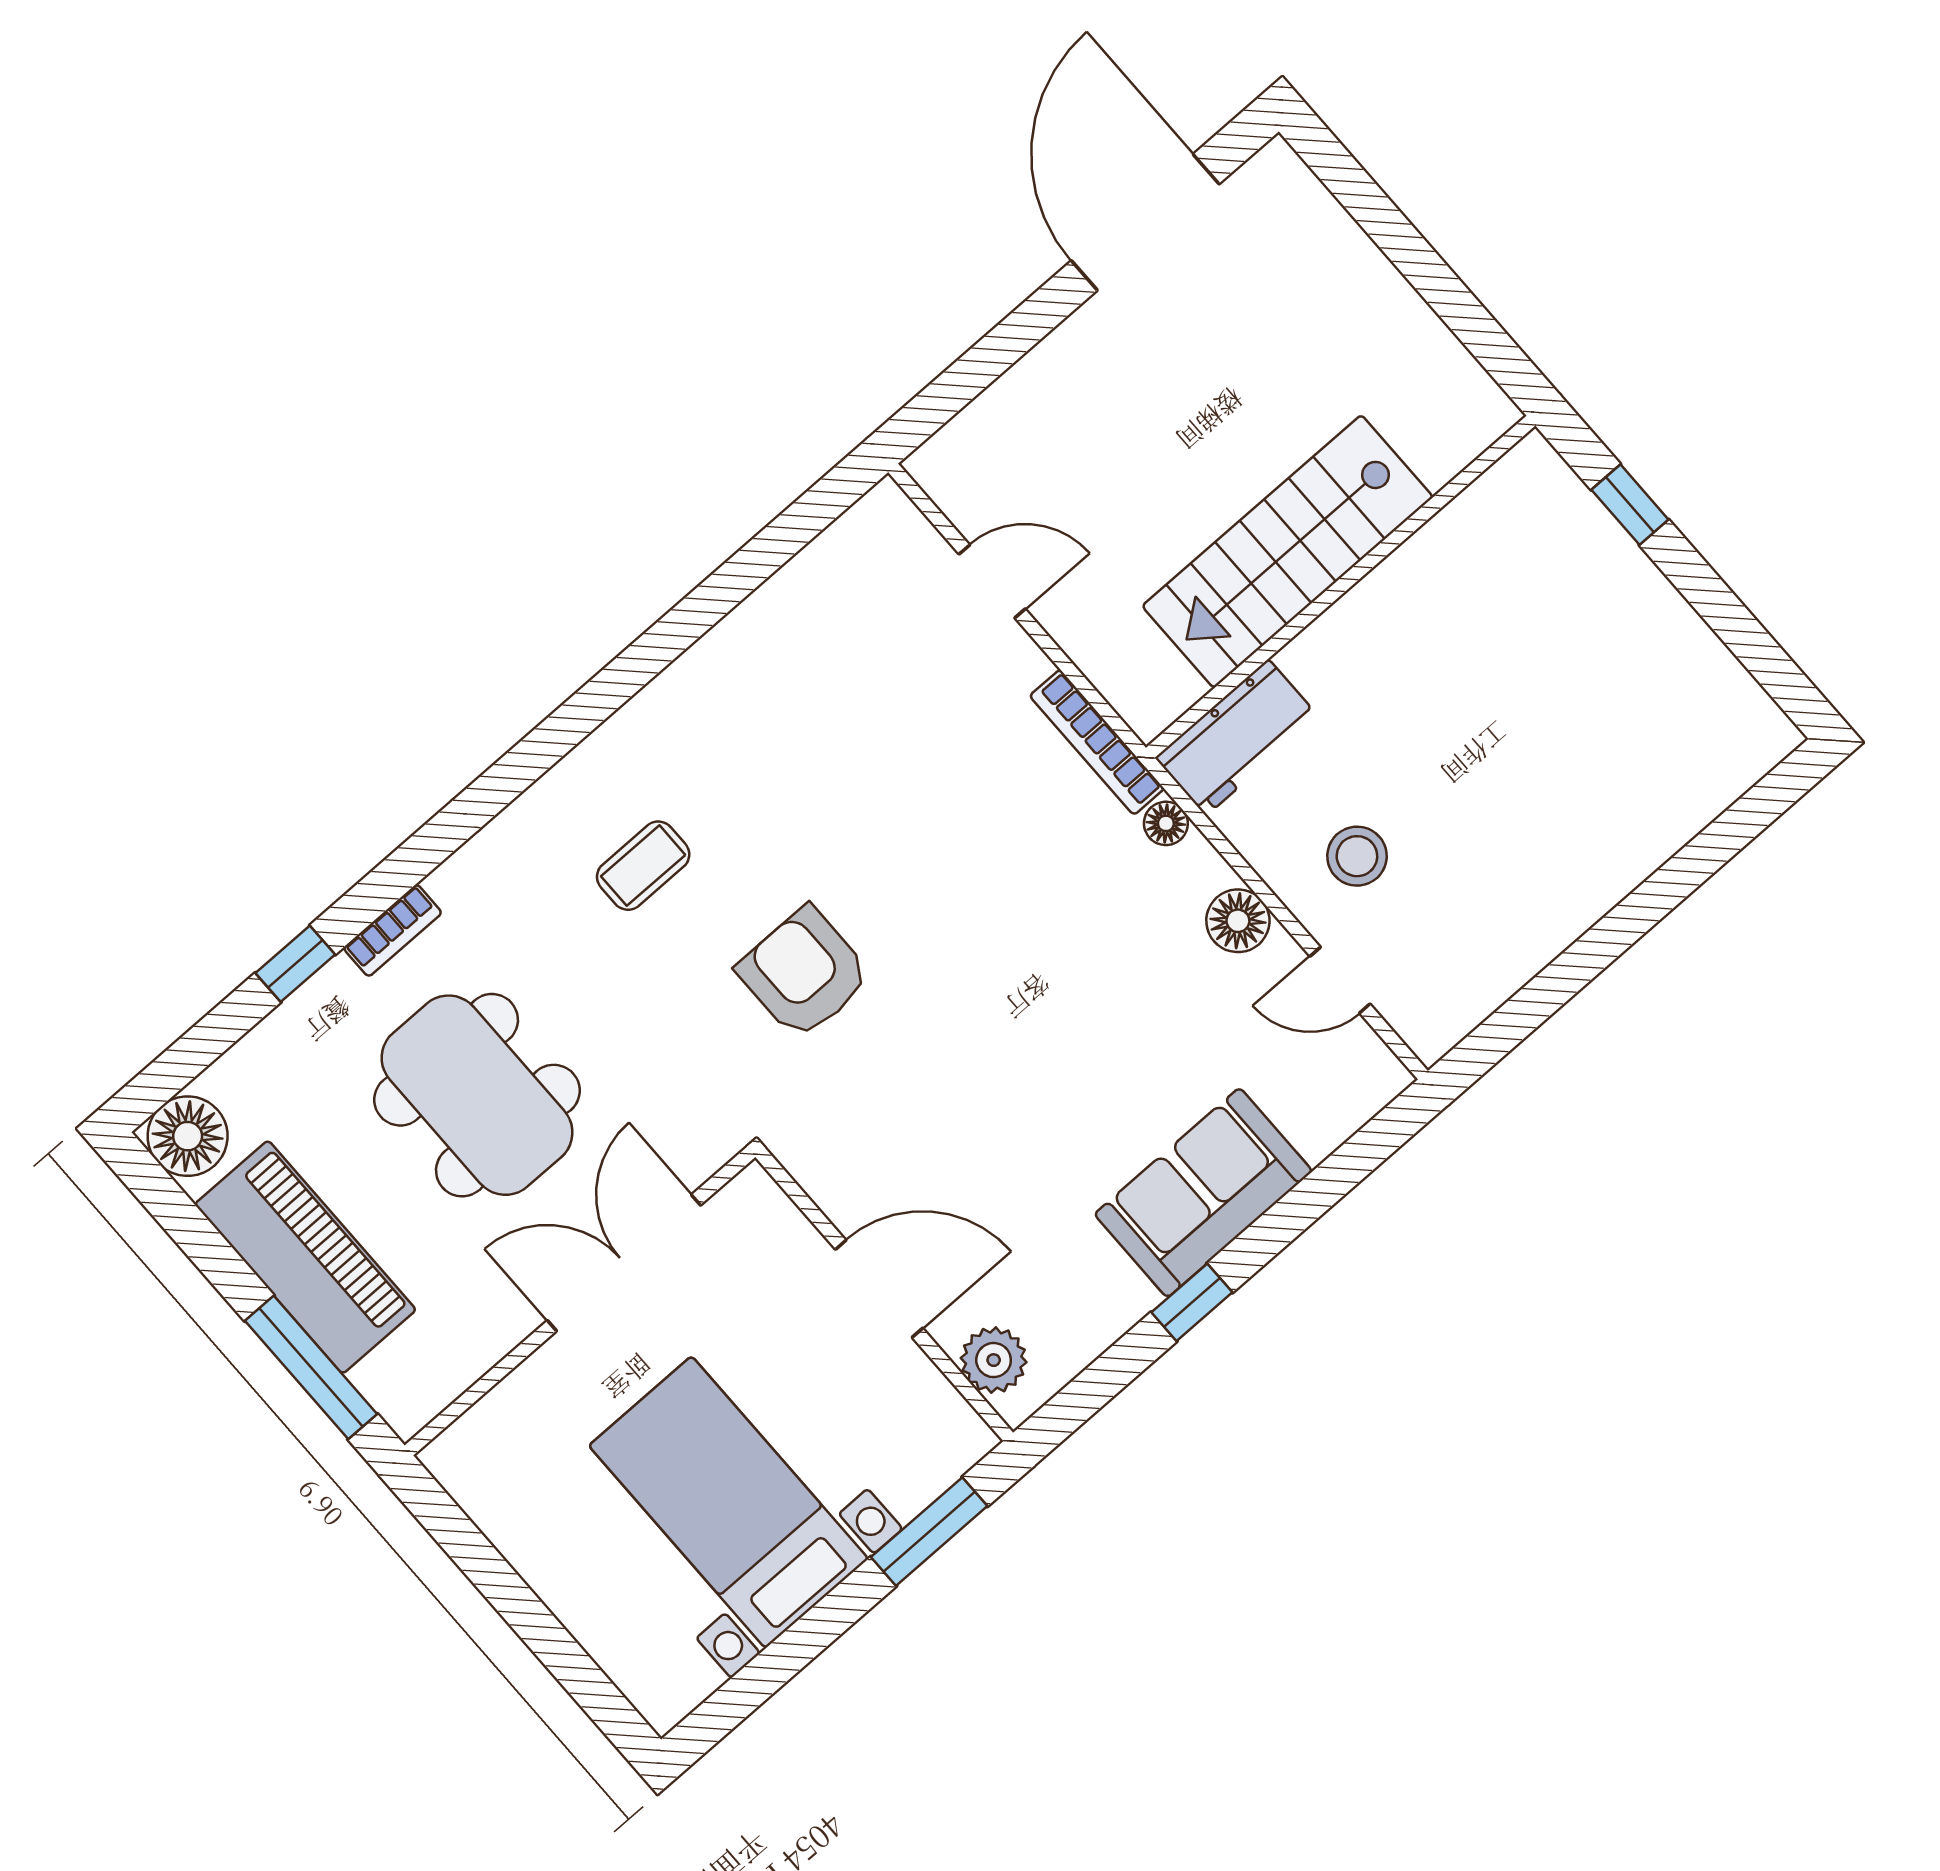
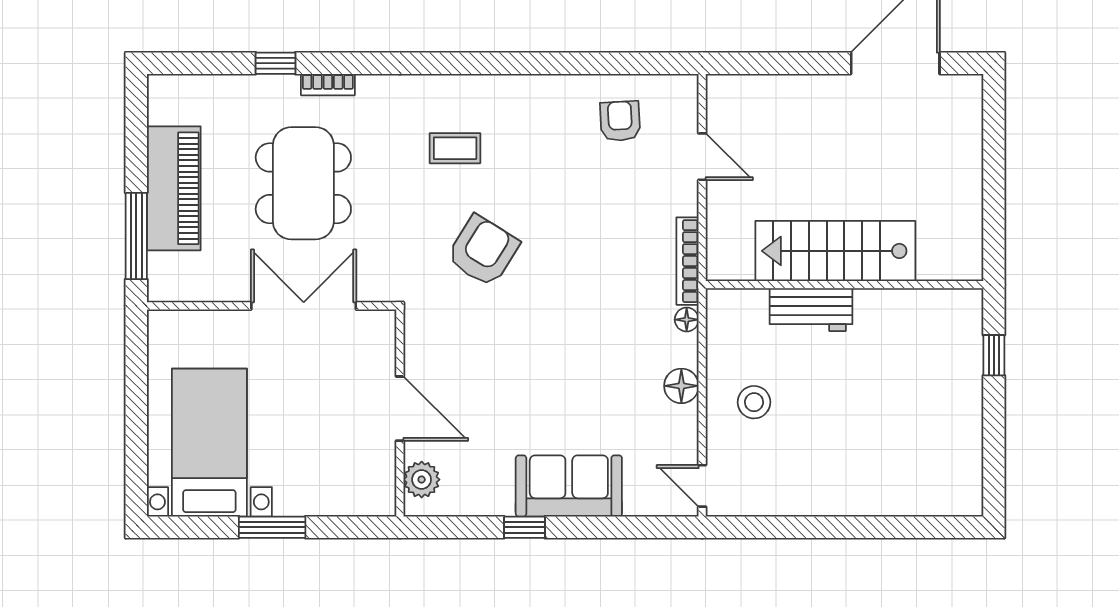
armchair: (837, 631) -> (620, 121), added
workbench: (1237, 737) -> (811, 310), moved
armchair: (804, 973) -> (483, 251), turned 32
door: (1340, 980) -> (702, 486), moved
floor lamp: (188, 1136) -> (169, 96), removed
bed with nightstands: (729, 1502) -> (209, 443), moved
window: (929, 1532) -> (272, 527), moved

